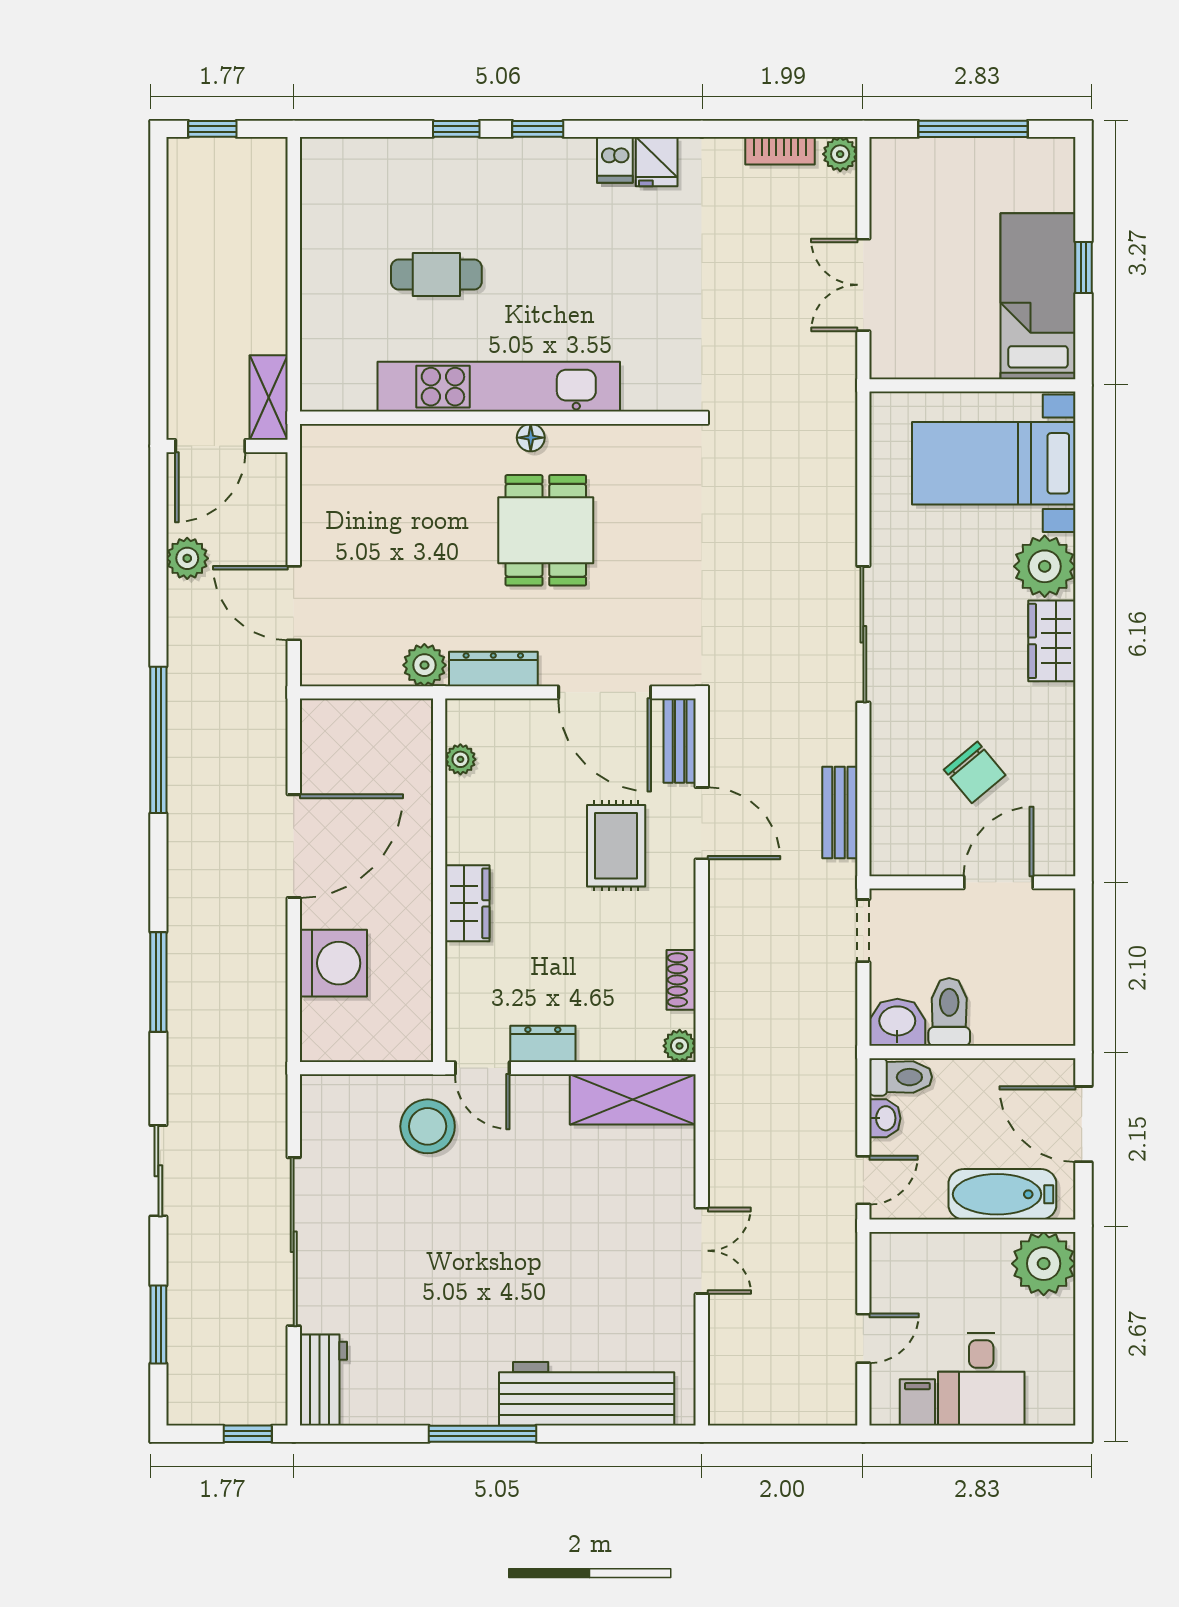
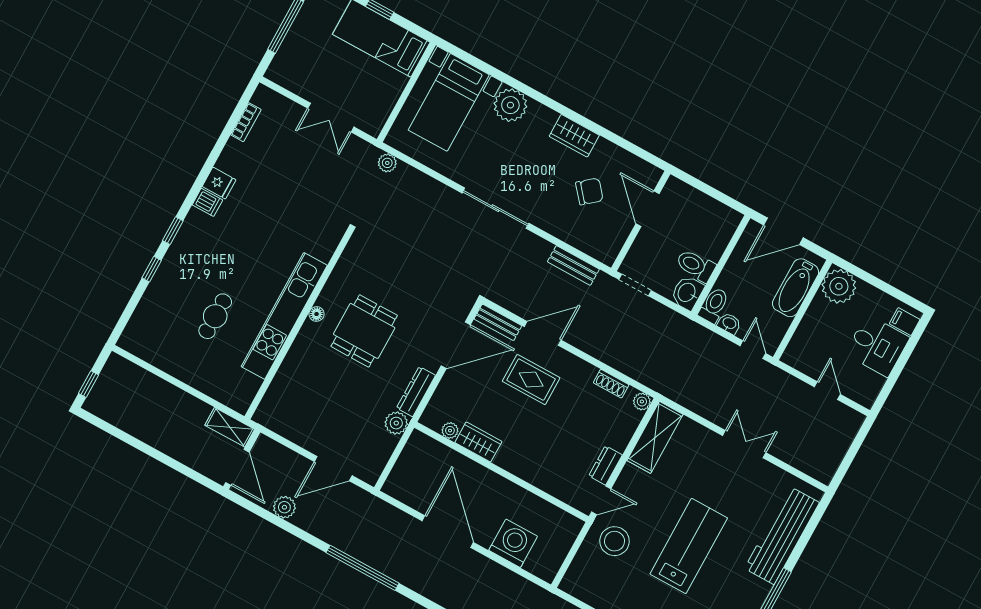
plant: (840, 154) -> (387, 163), moved
dining table: (546, 530) -> (364, 331), turned 90
wardrobe: (1052, 641) -> (574, 136), moved
wardrobe: (467, 903) -> (478, 442), moved
lab bench: (486, 1252) -> (689, 546), added
filing cabinet: (917, 1402) -> (905, 322), moved

